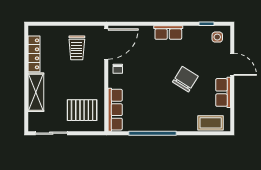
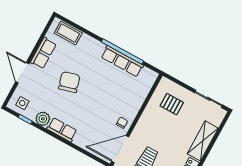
plant: (191, 33) -> (43, 119), added
chair: (185, 79) -> (69, 82), turned 132
pallet: (82, 110) -> (172, 104), width x0.67, depth x0.71
row of seats: (115, 110) -> (122, 61), moved, turned -90

